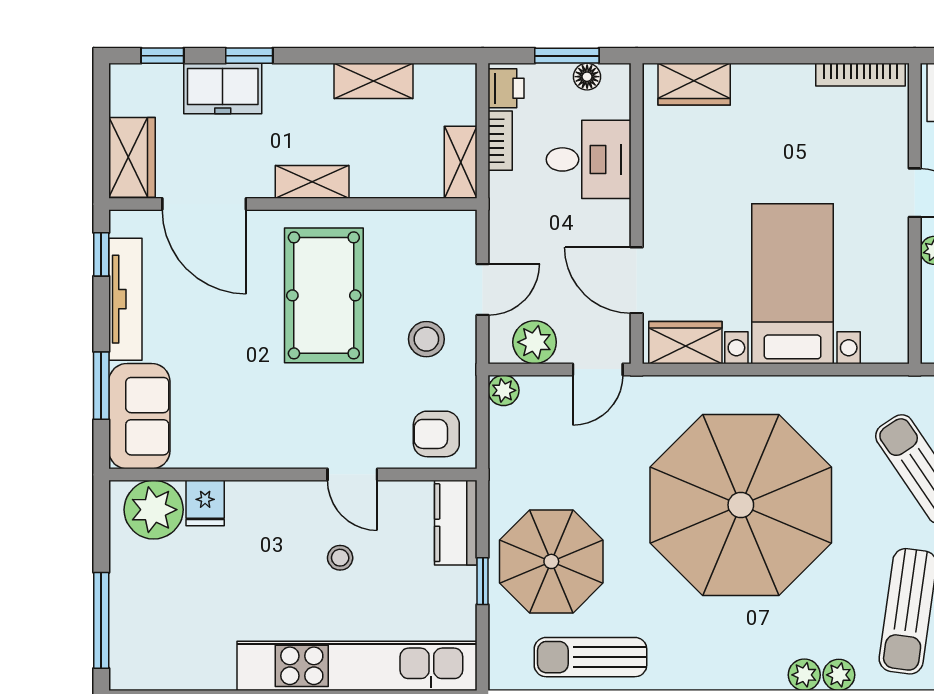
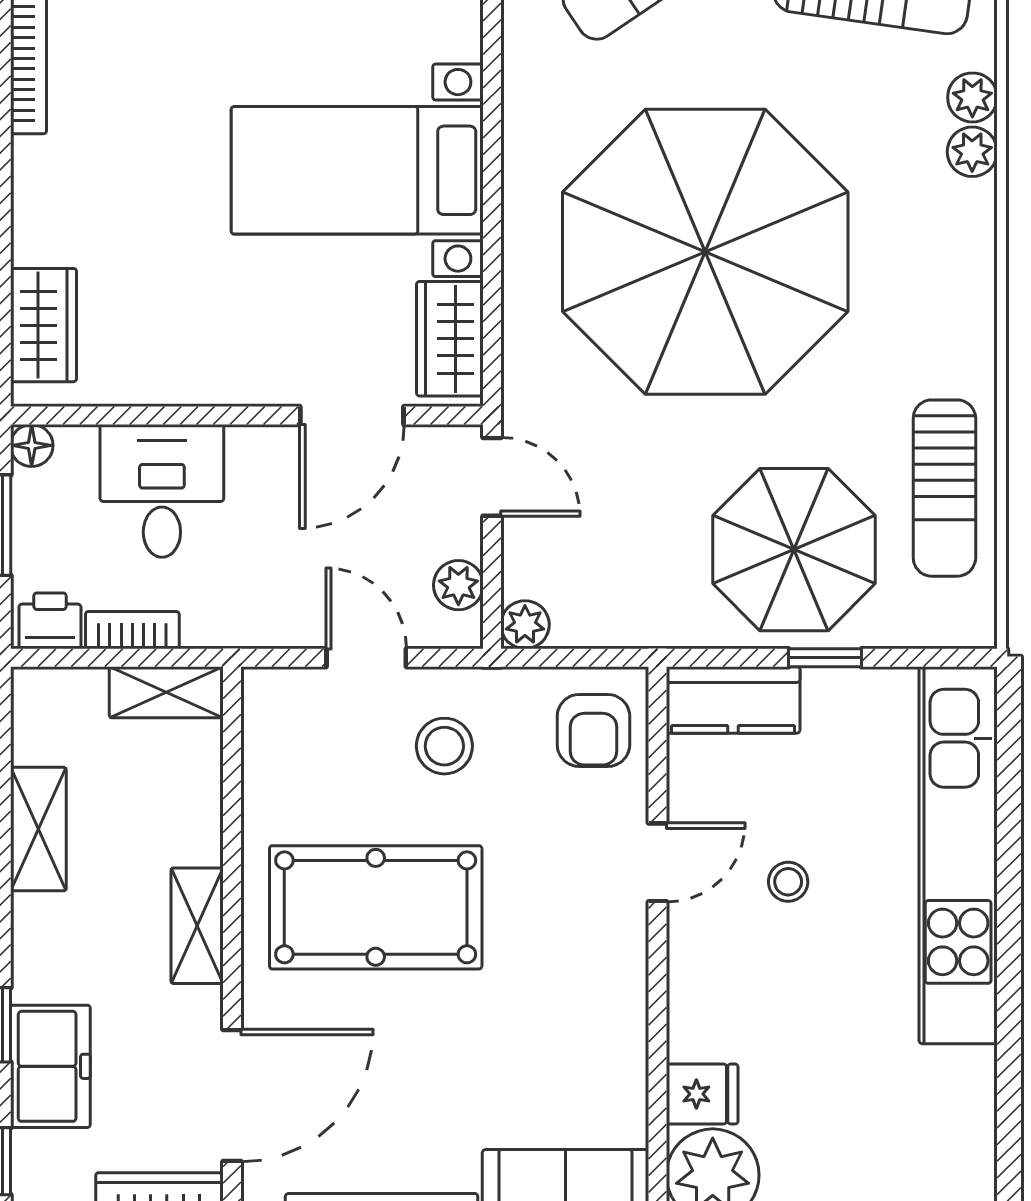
floor lamp: (587, 77) -> (32, 445), moved
plant: (535, 342) -> (458, 585), width x0.73, depth x0.73

